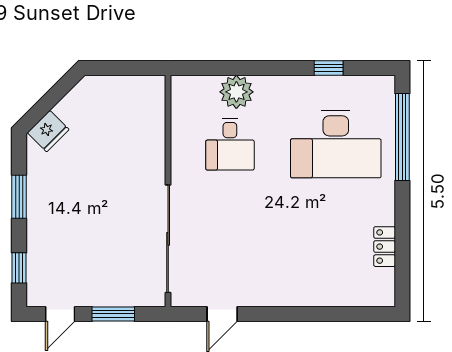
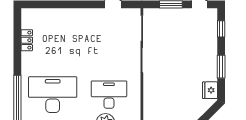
fridge: (48, 131) -> (210, 90), moved, turned -45
desk: (230, 144) -> (109, 95), width x1.37

